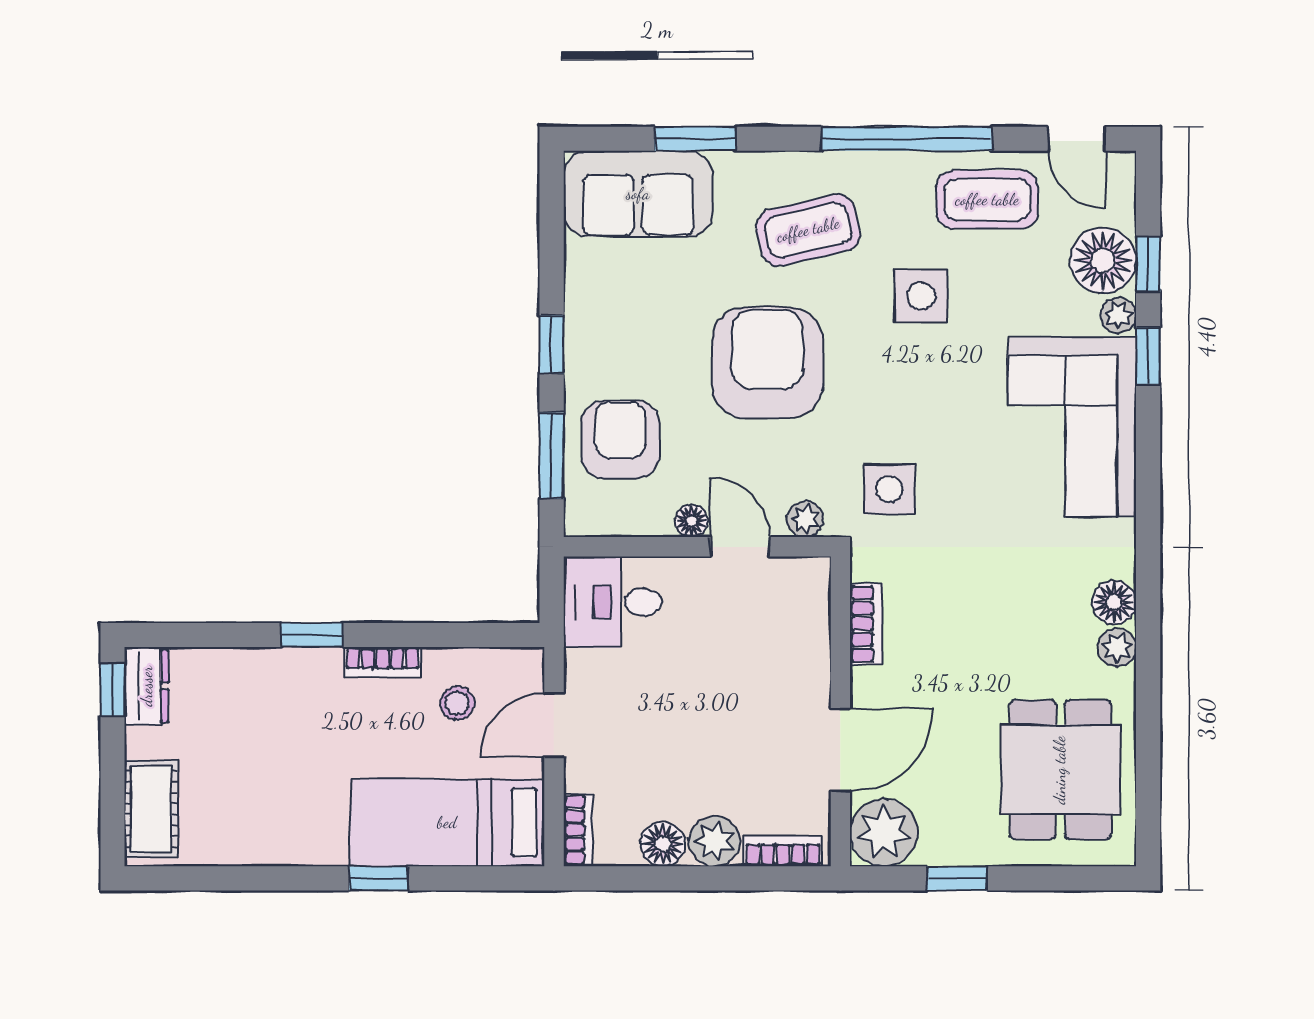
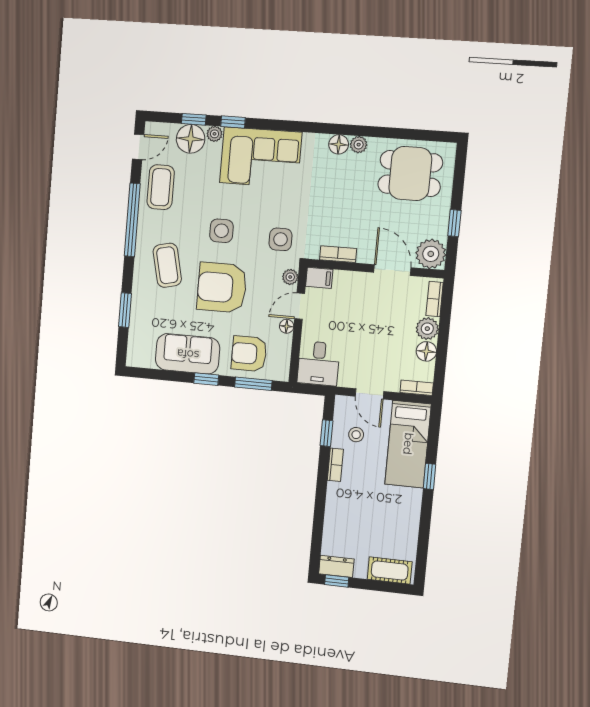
sofa: (638, 194) -> (188, 354), moved, turned -90
side table: (921, 296) -> (221, 231), moved
filing cabinet: (809, 586) -> (319, 278), added
window: (312, 635) -> (326, 433), moved

